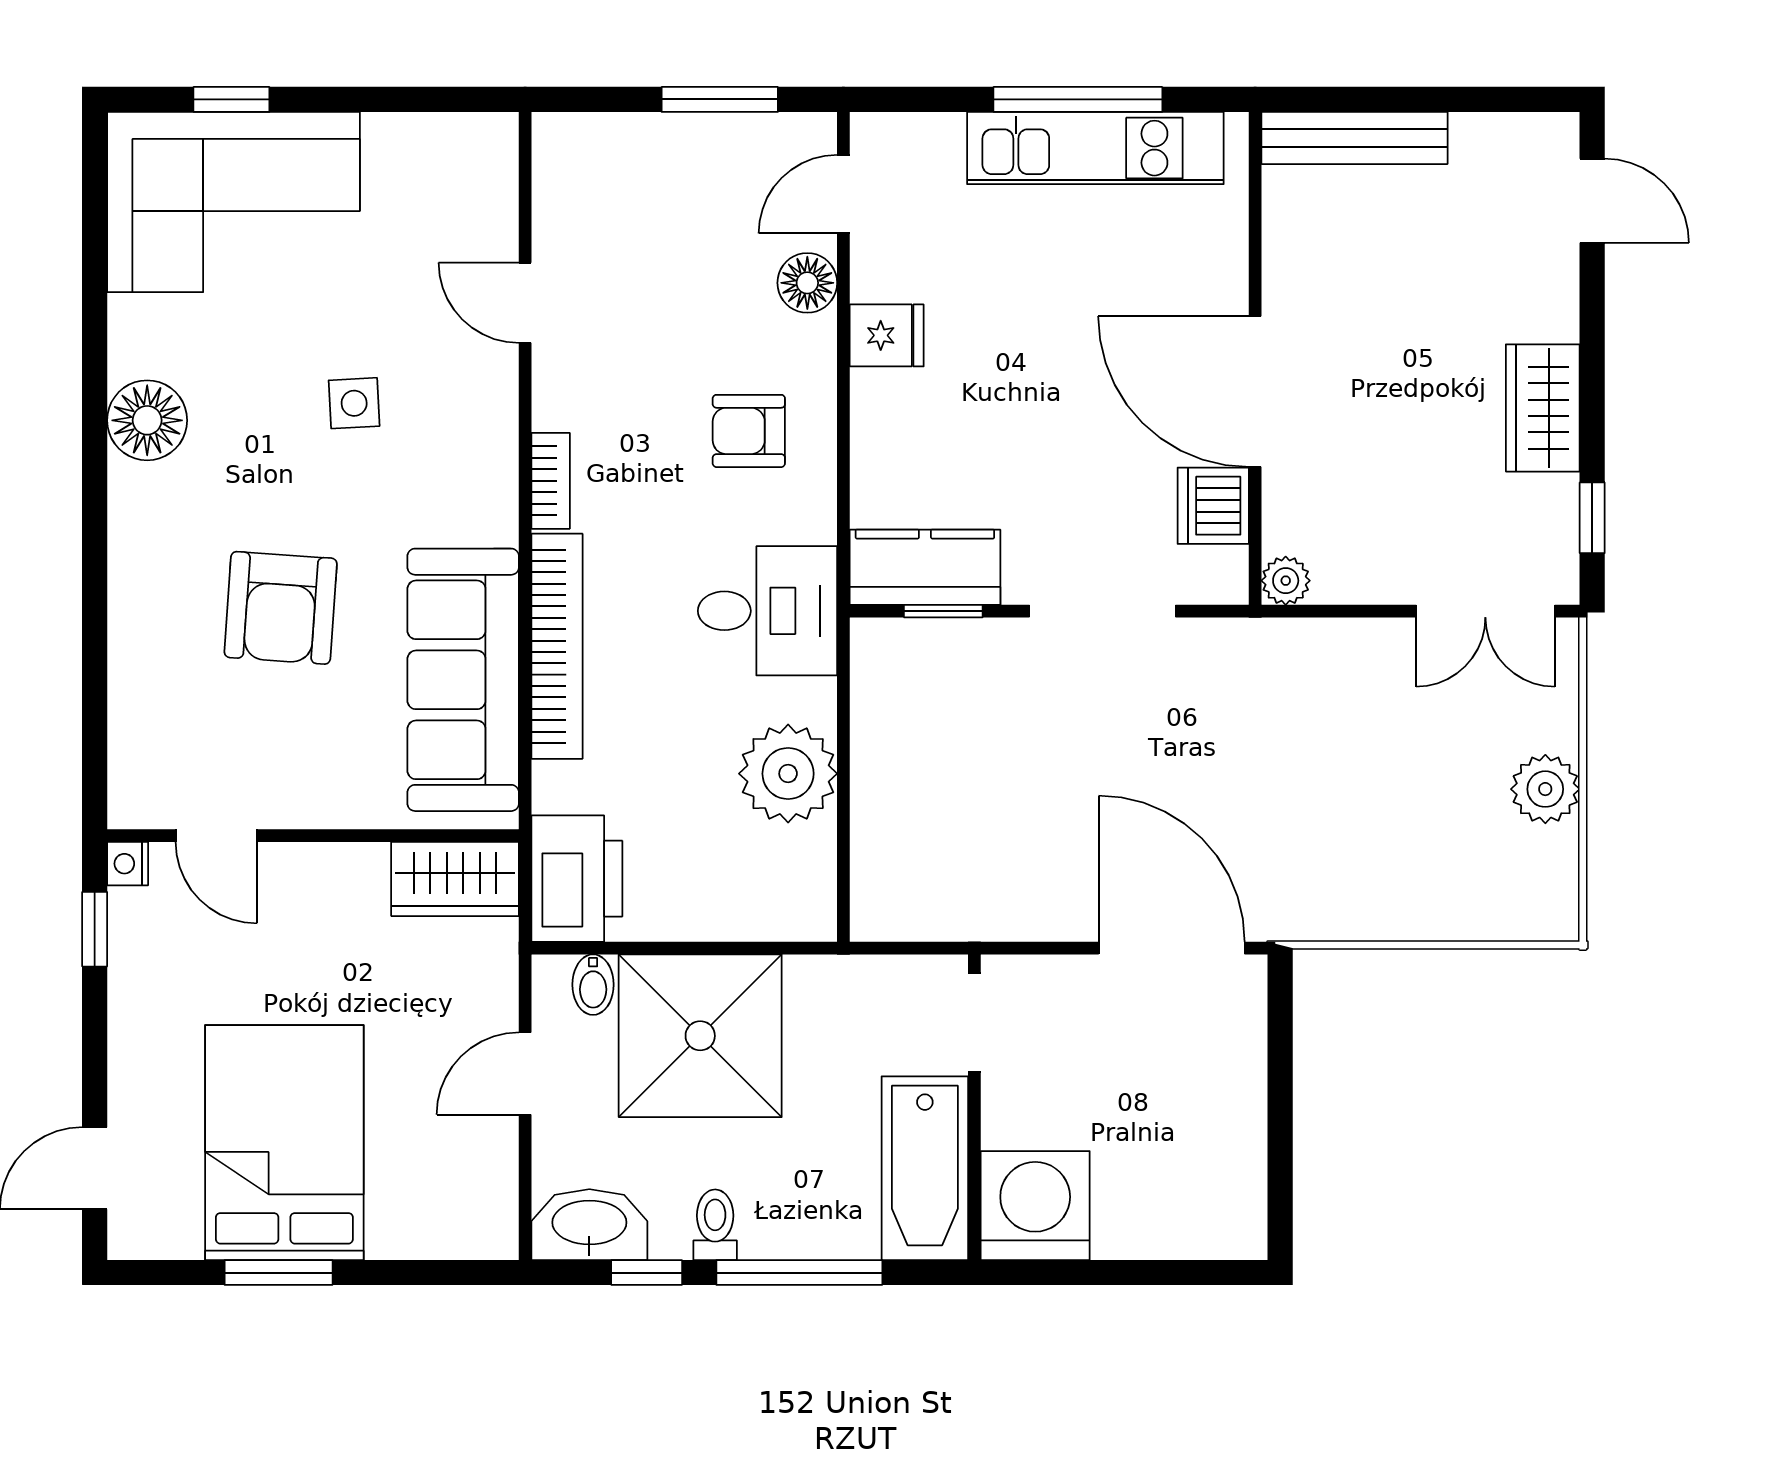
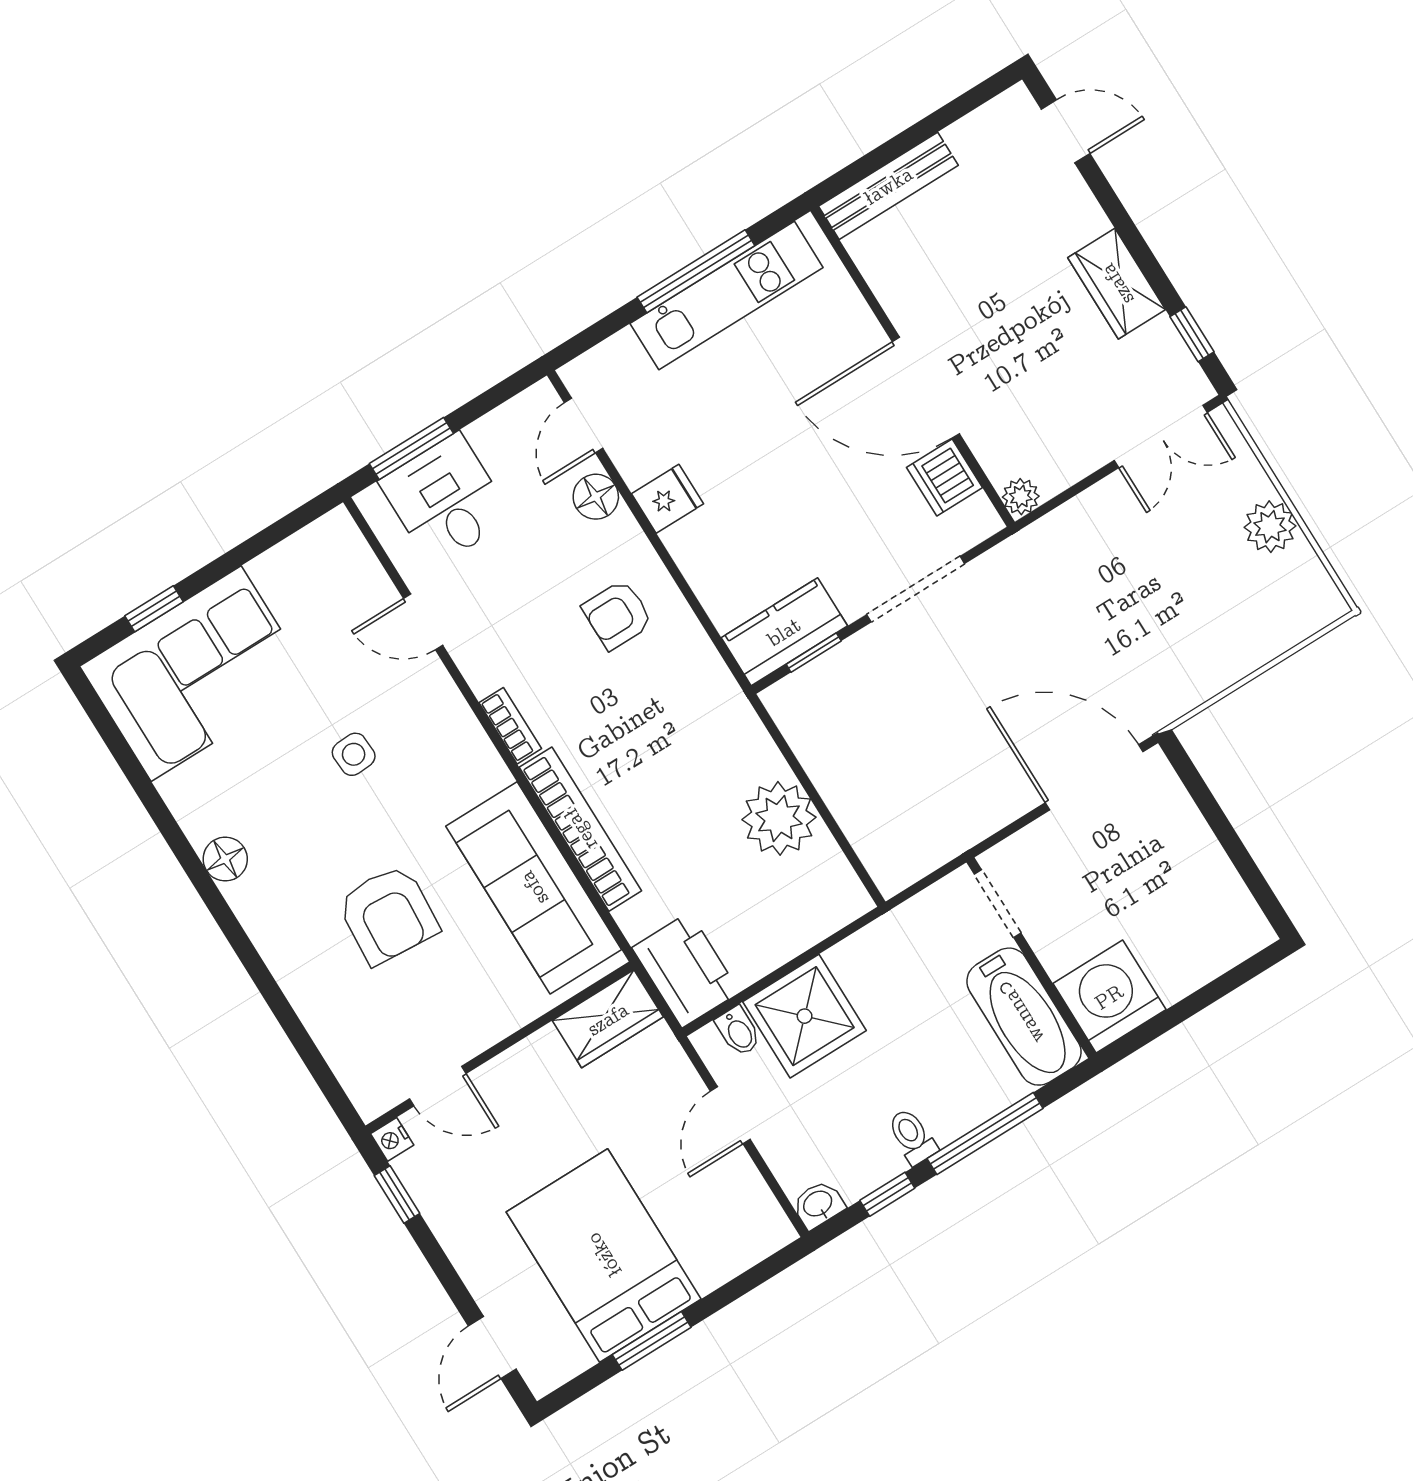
window: (720, 99) -> (411, 448), moved
floor lamp: (147, 420) -> (225, 859), width x0.73, depth x0.73
desk: (767, 611) -> (446, 500), moved, turned -90
shower: (700, 1036) -> (805, 1016), width x0.73, depth x0.73
washbasin: (589, 1225) -> (818, 1204), width x0.52, depth x0.69

